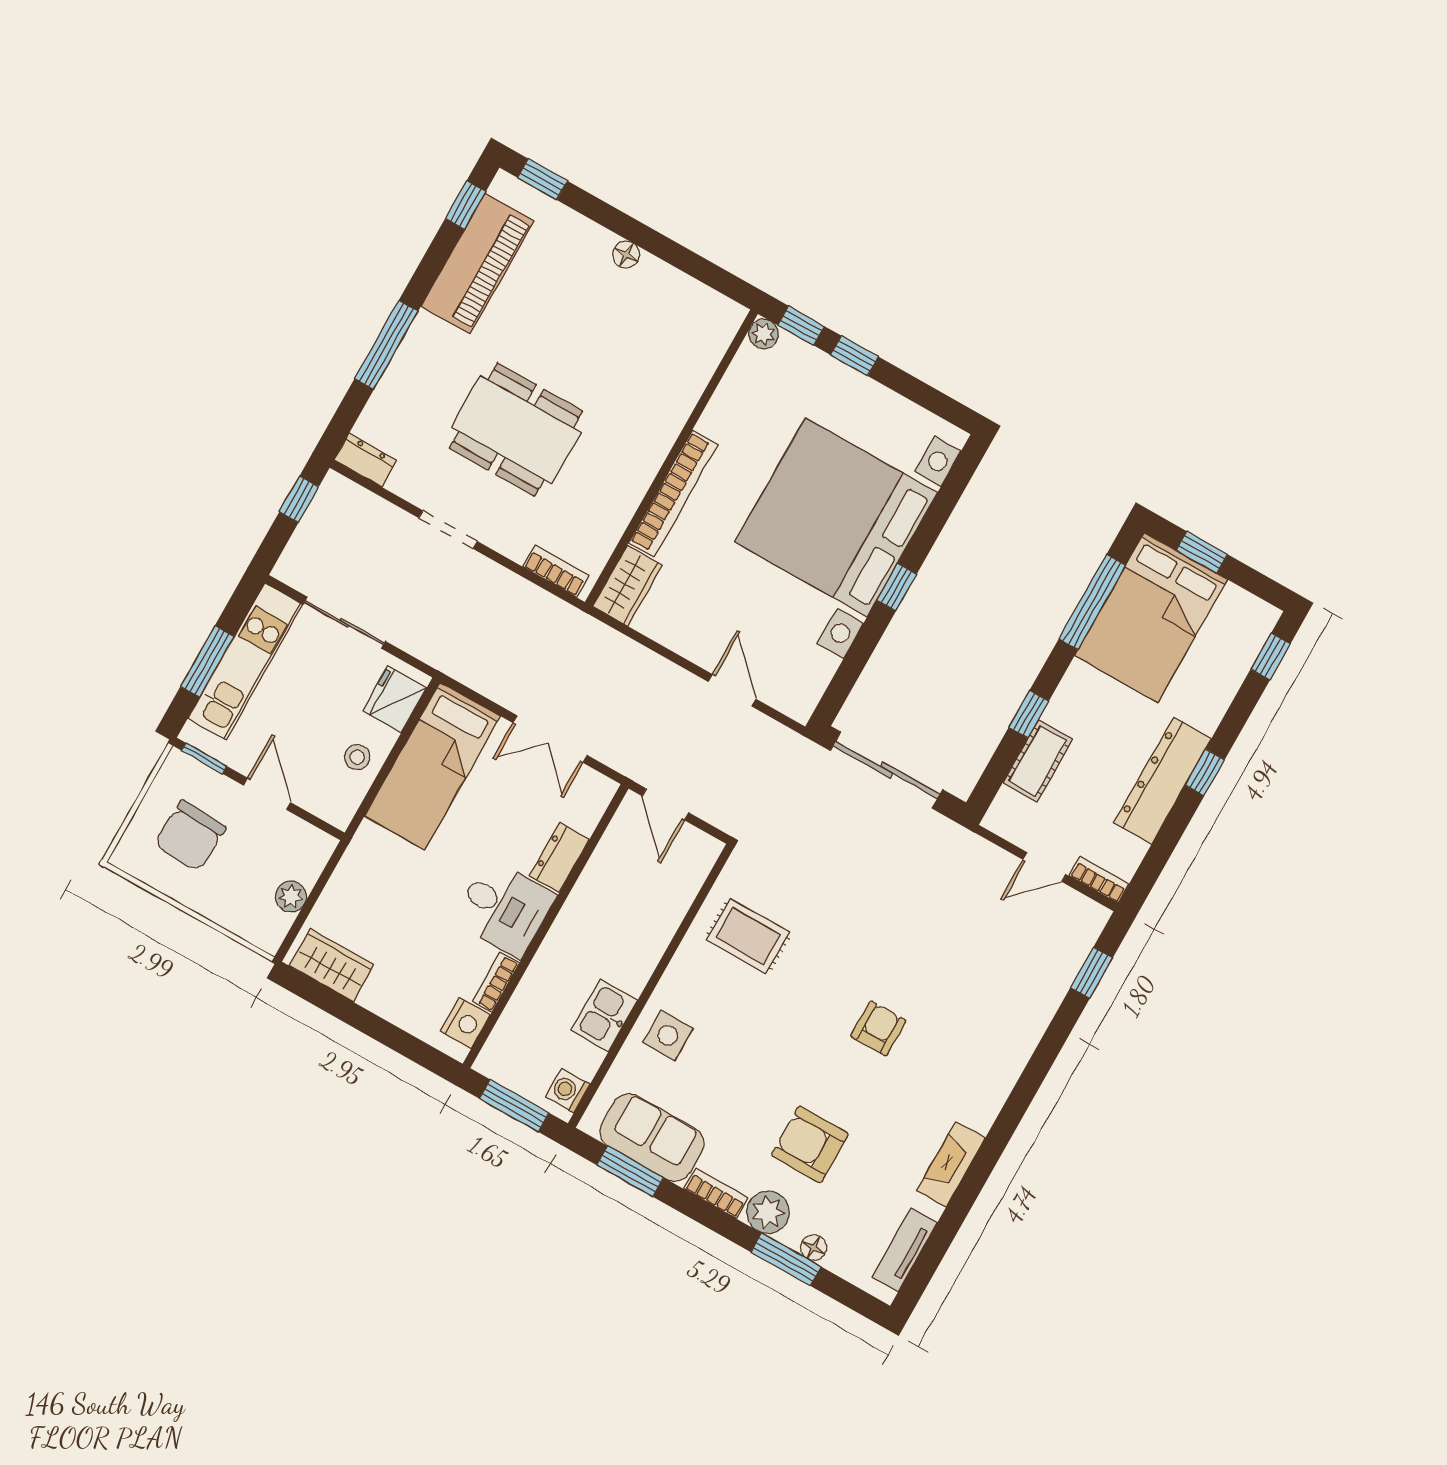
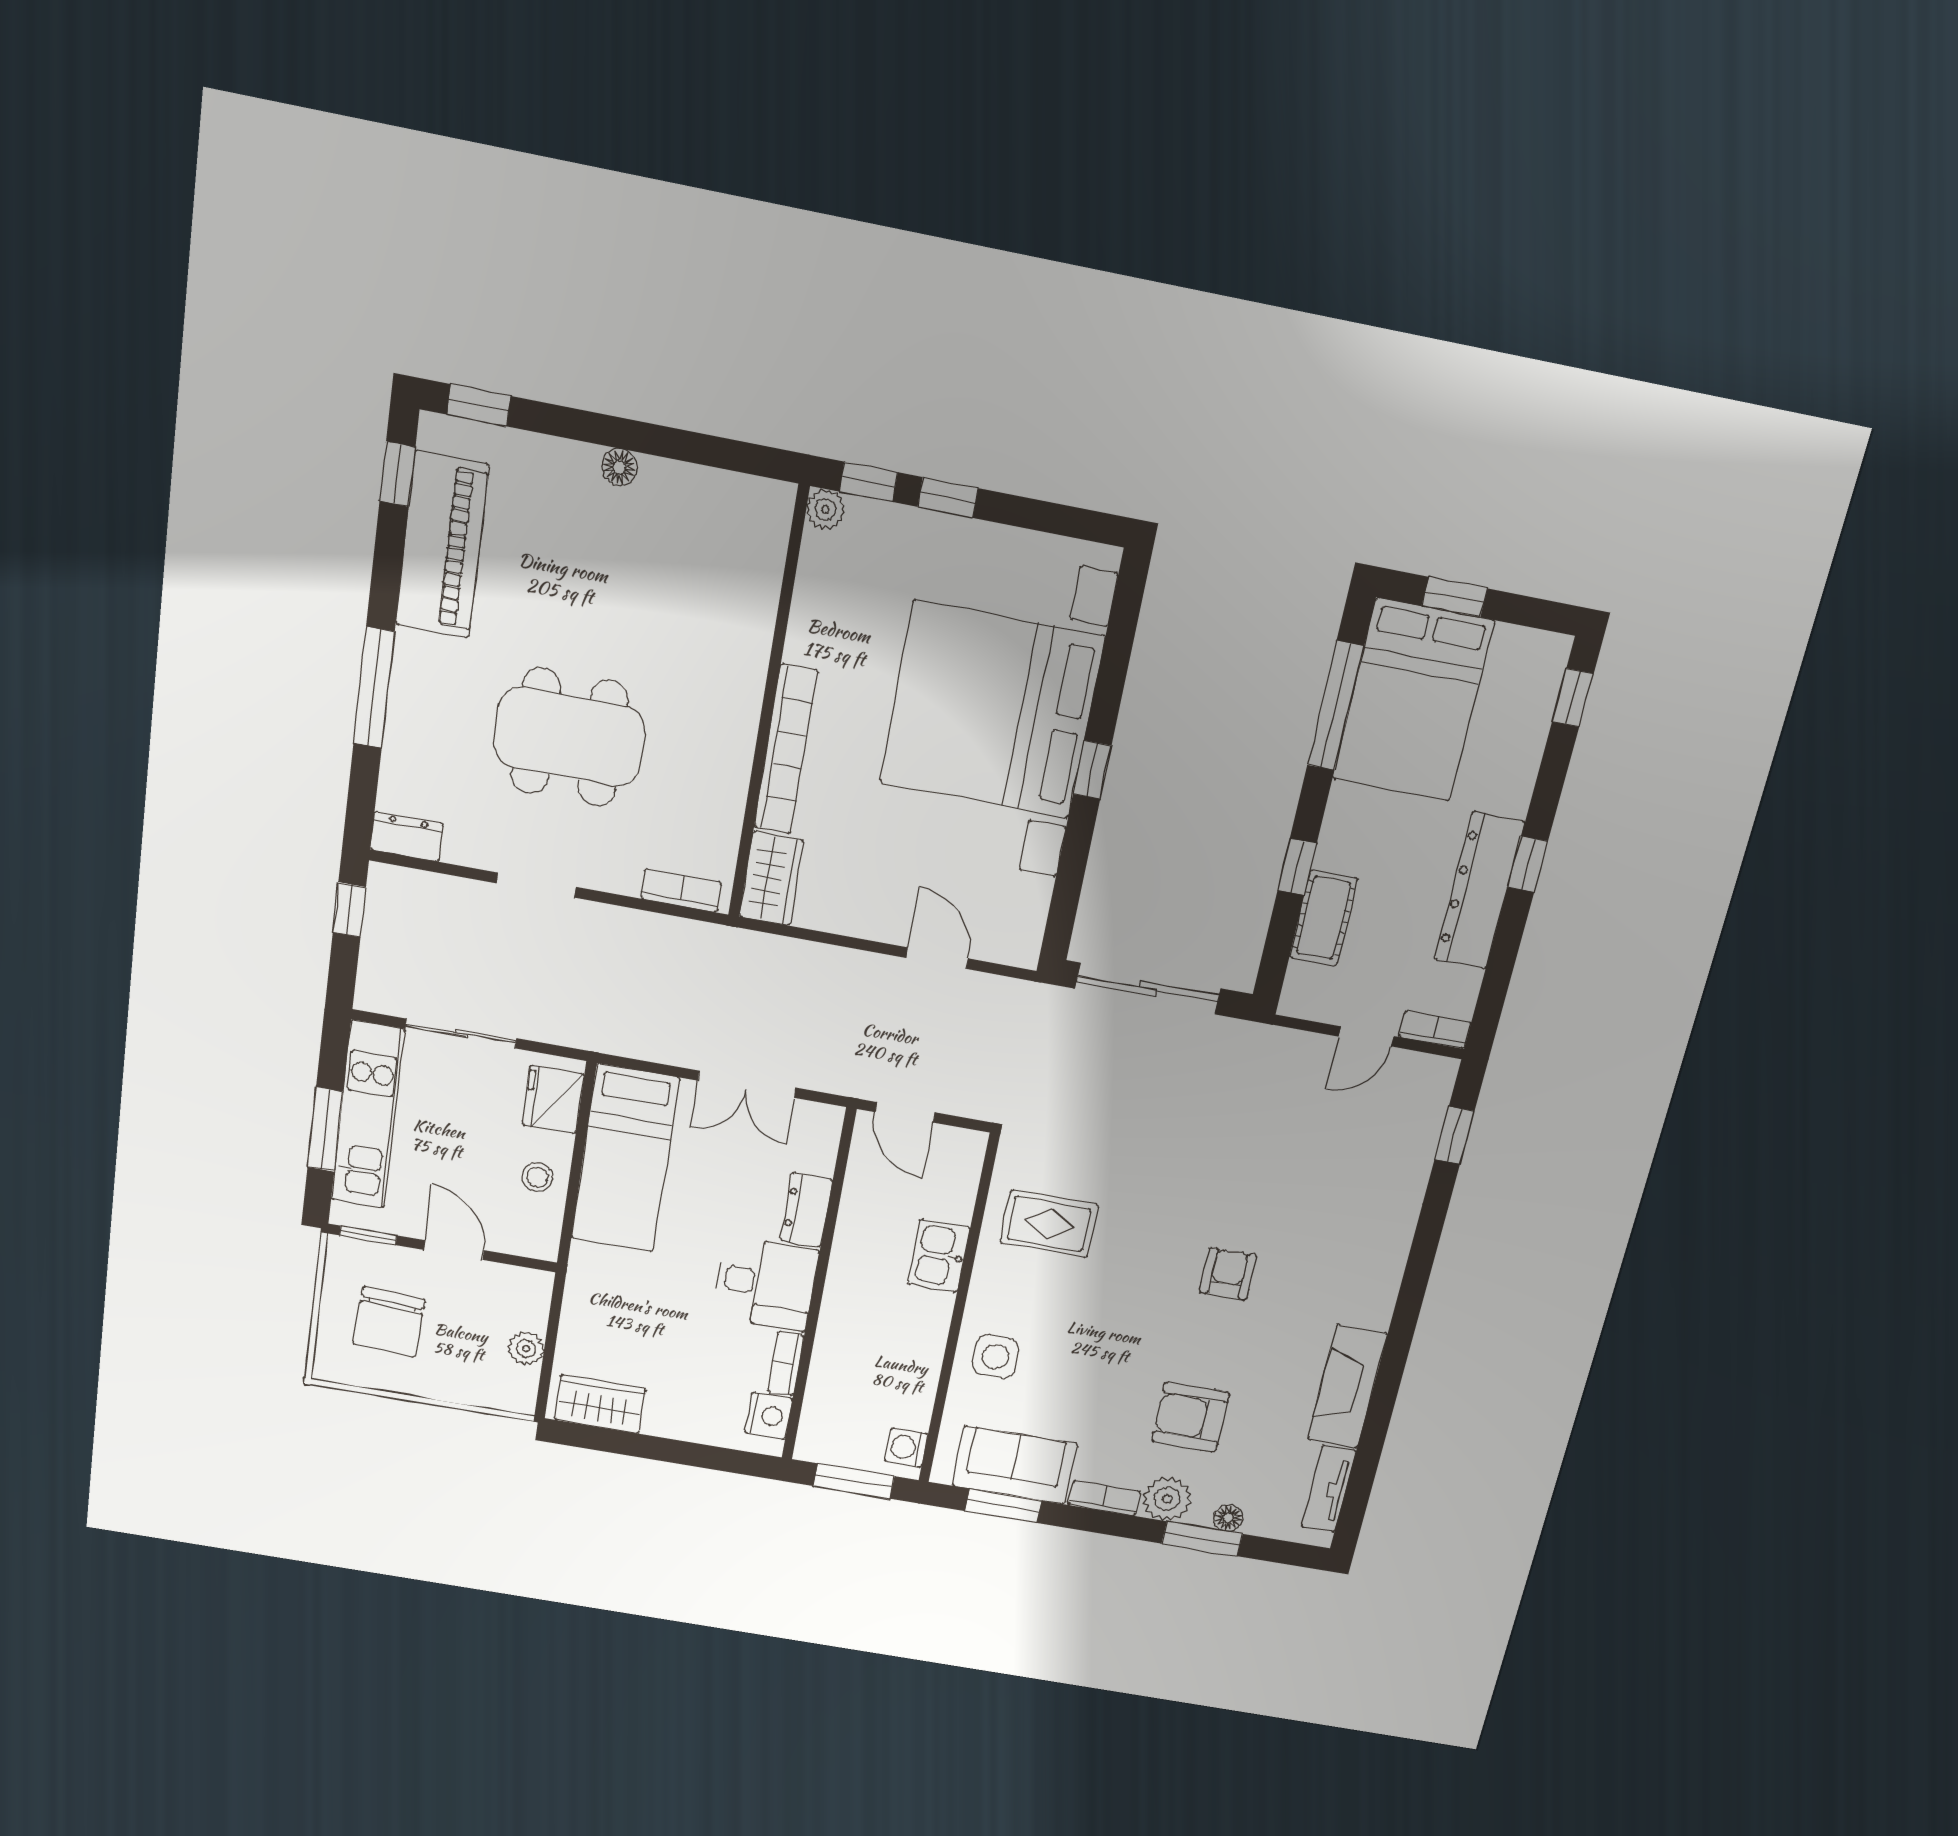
kitchen sink: (604, 1015) -> (939, 1256), moved
fireplace: (951, 1164) -> (1347, 1387), width x1.37, depth x1.32

